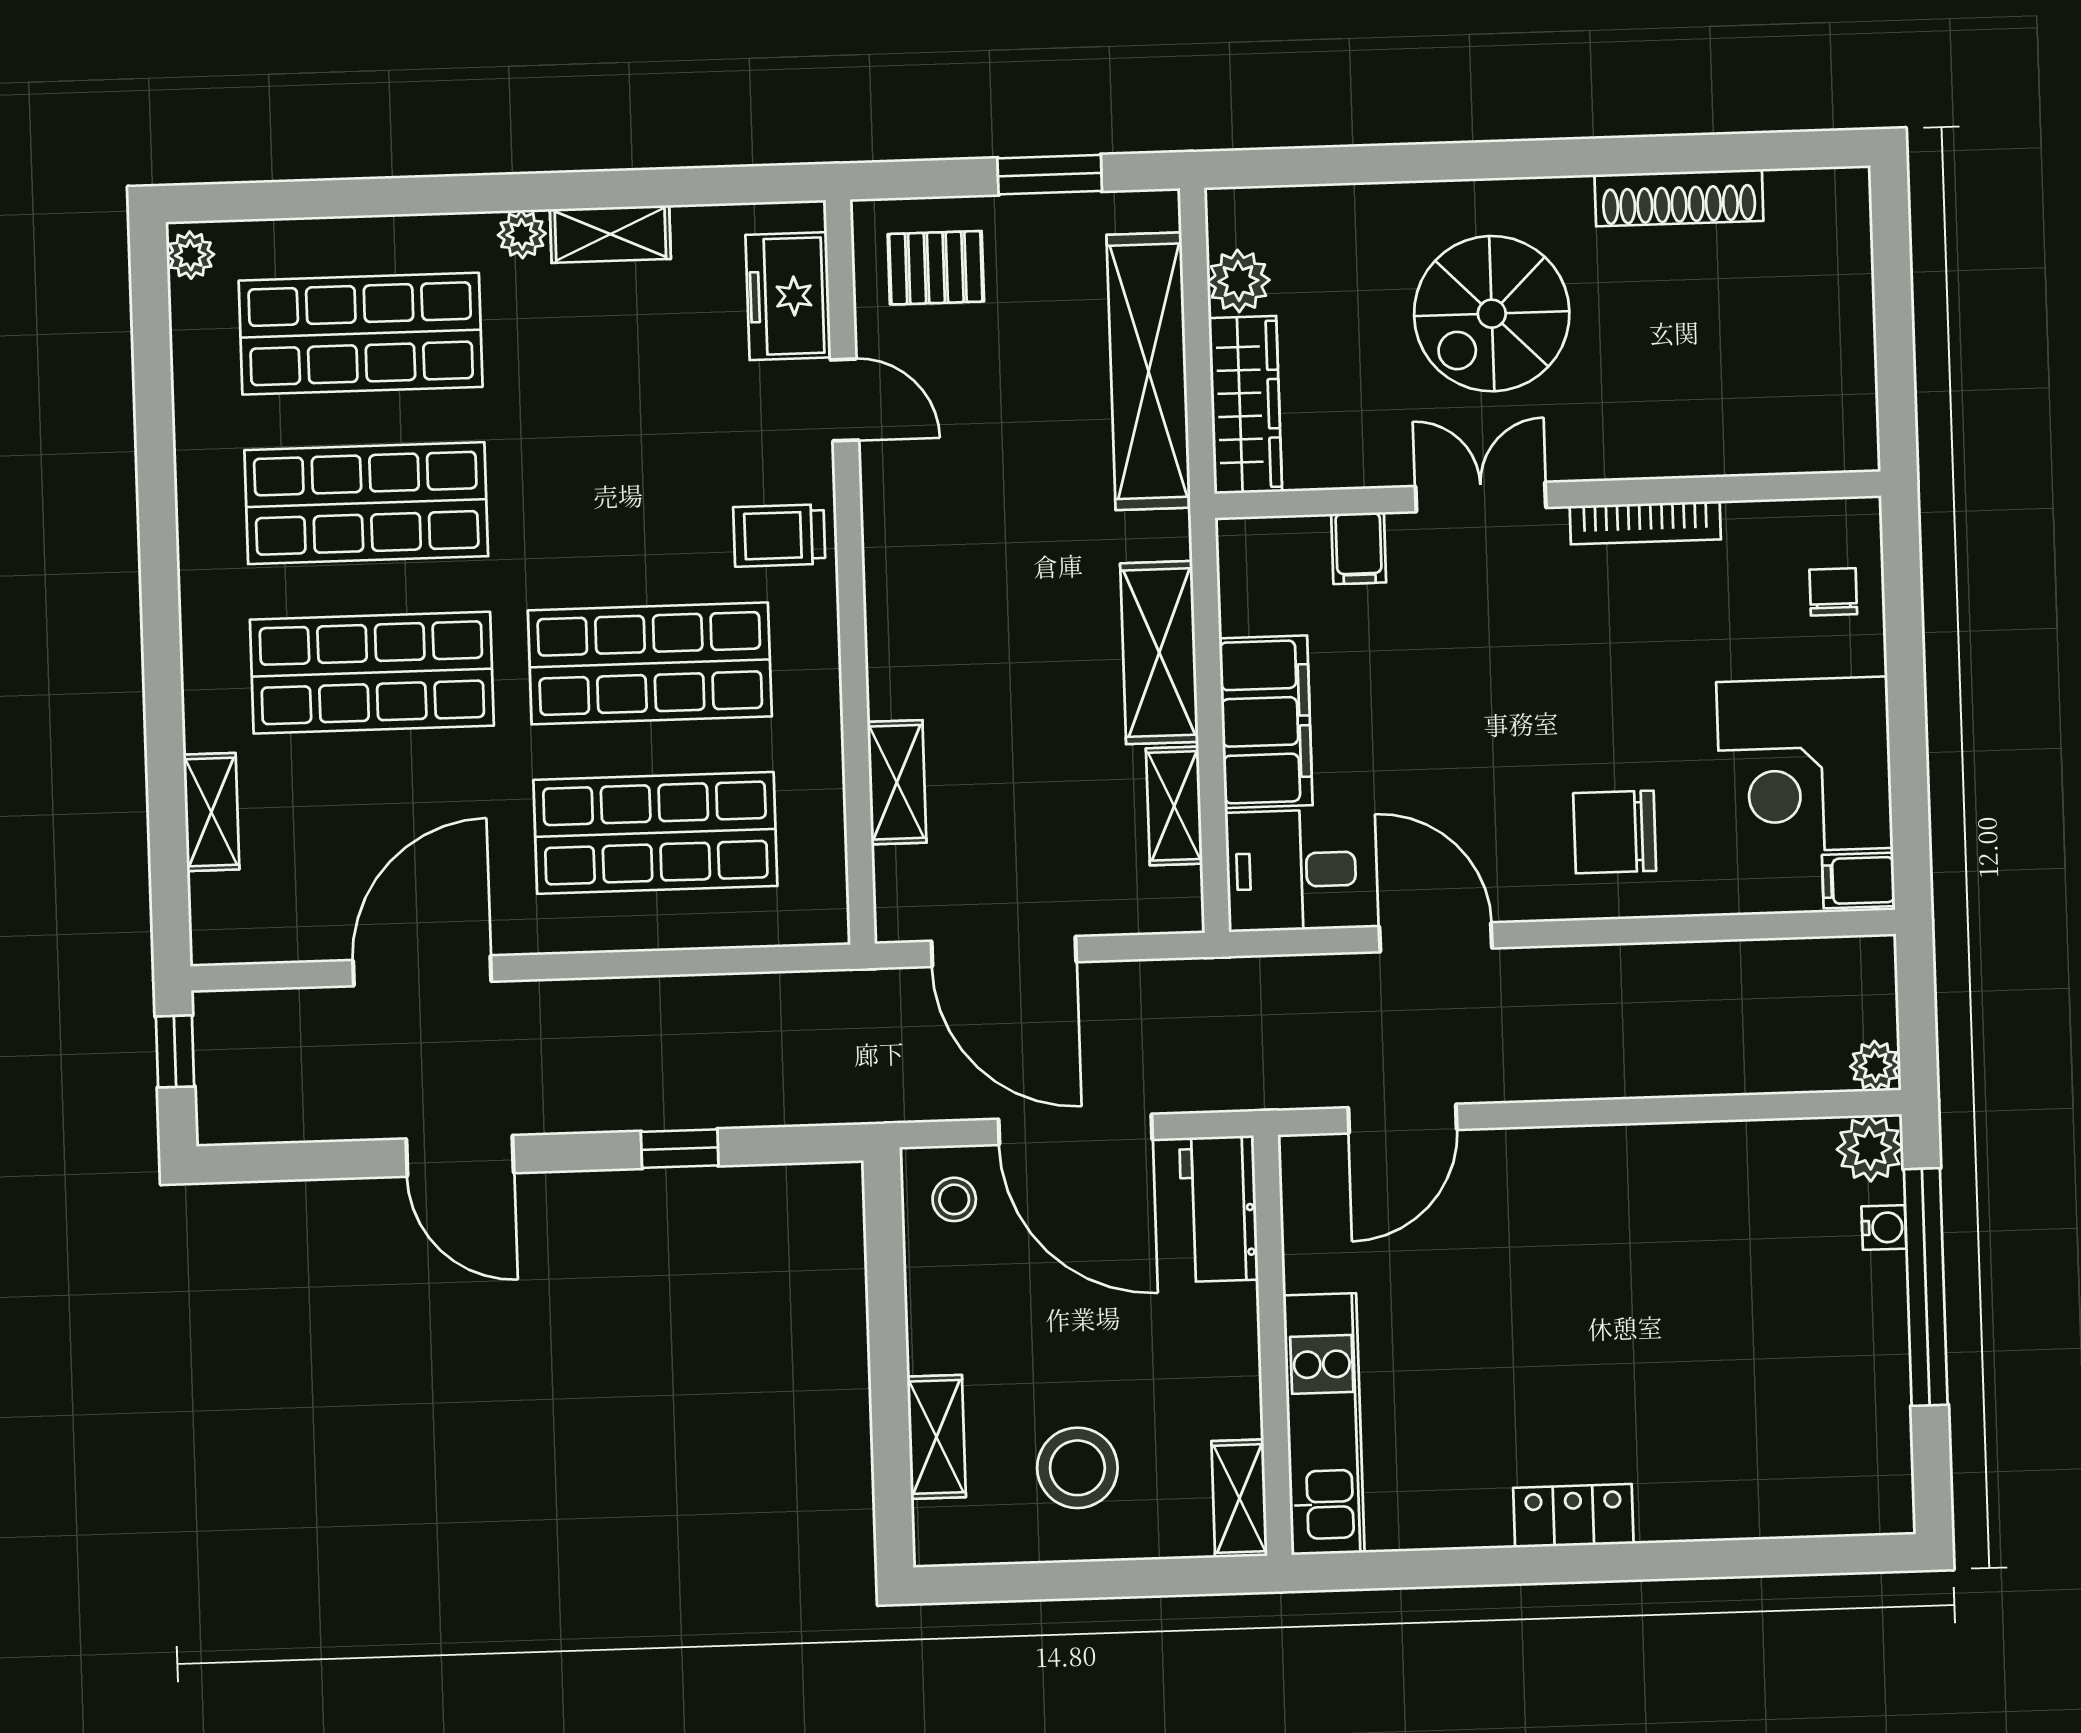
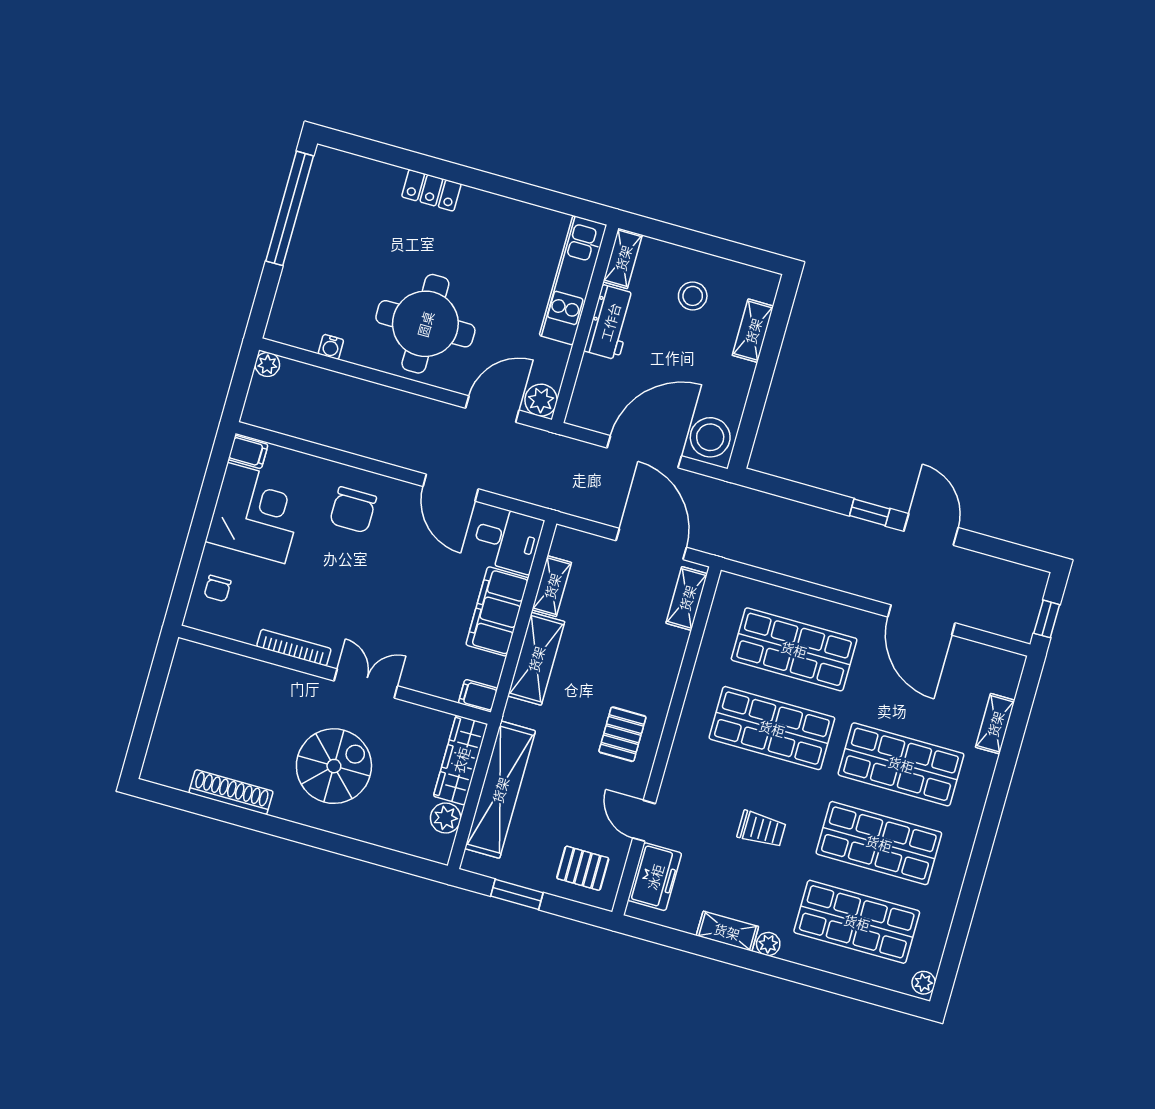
double door: (1481, 497) -> (366, 683), swing flipped
trolley: (779, 535) -> (761, 829), moved
filing cabinet: (1359, 548) -> (478, 696), moved, turned -90
pallet: (941, 557) -> (622, 734), added
shelving: (897, 782) -> (687, 598), moved
chair: (1615, 832) -> (353, 510), turned 90
door: (422, 971) -> (921, 620), hinge flipped
door: (1075, 1129) -> (644, 452), hinge flipped
plant: (1870, 1148) -> (541, 400), moved
window: (680, 1149) -> (870, 512), moved
stool: (954, 1199) -> (710, 437), width x1.89, depth x1.89
workbench: (1219, 1209) -> (610, 322), moved
water cooler: (1884, 1227) -> (331, 347), moved, turned -90
round table: (1588, 1245) -> (425, 324), added
window: (1926, 1287) -> (290, 208), moved
stool: (1077, 1468) -> (693, 296), width x0.73, depth x0.73
locker: (1573, 1516) -> (431, 190), moved

